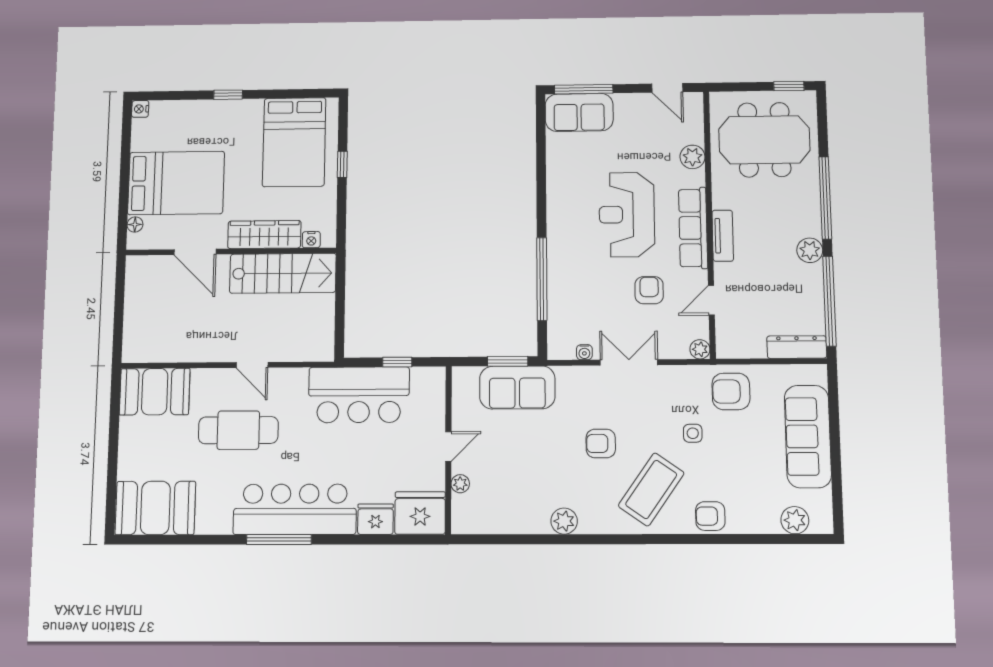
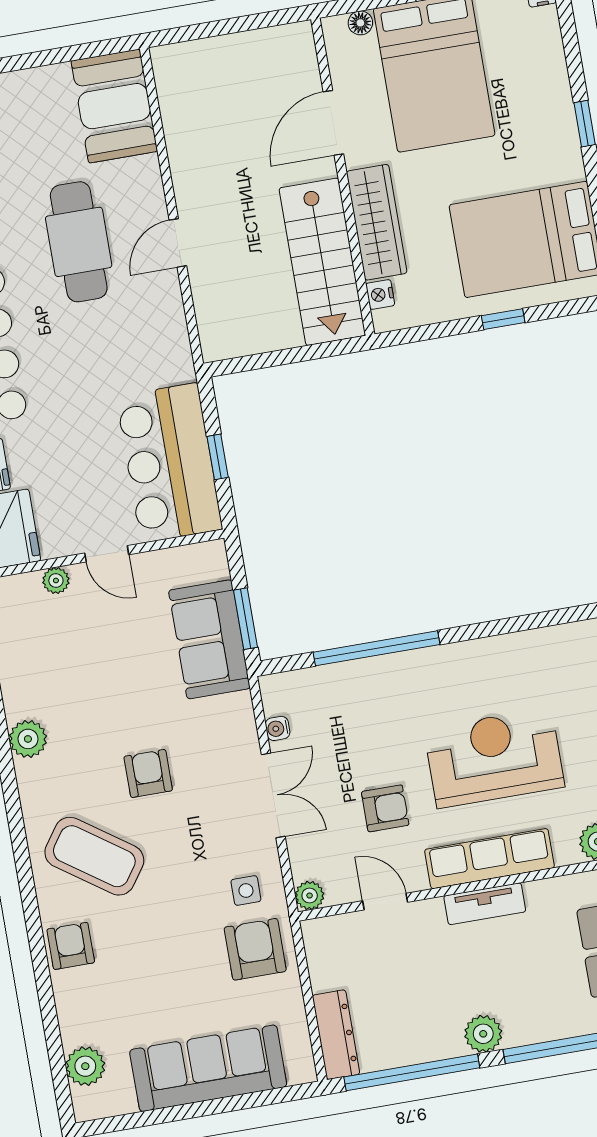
bar counter: (359, 395) -> (169, 463), moved
side table: (693, 433) -> (246, 891), moved

